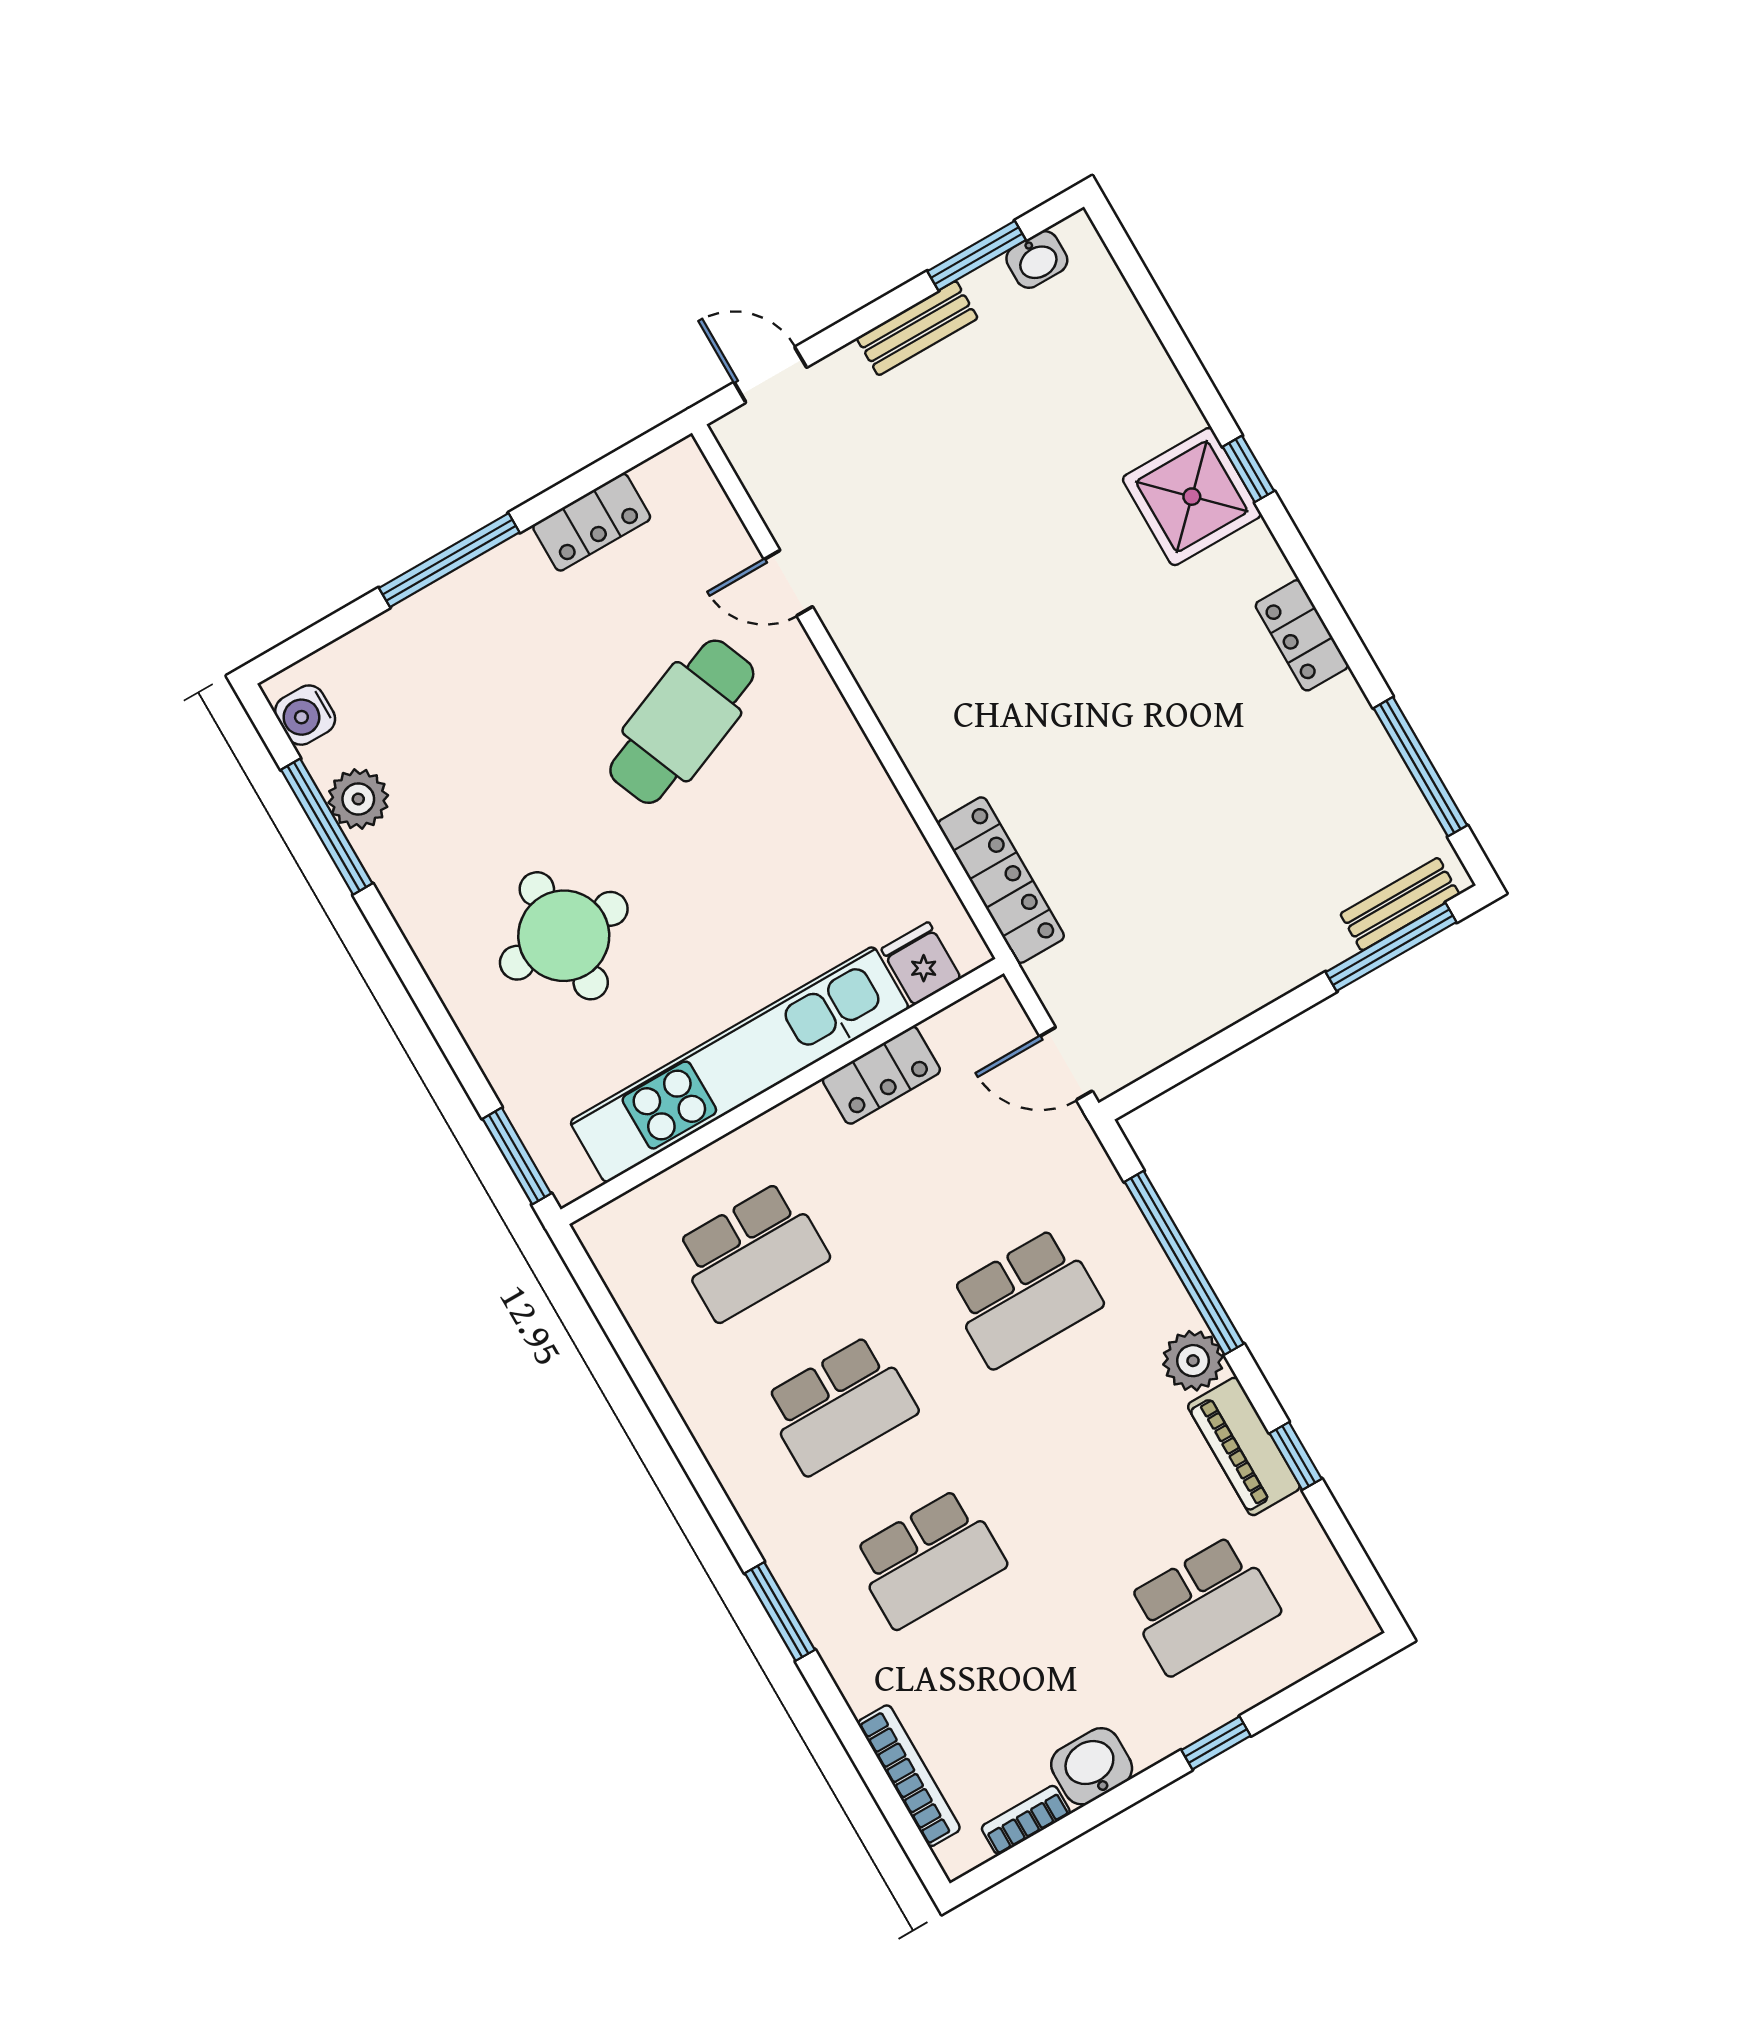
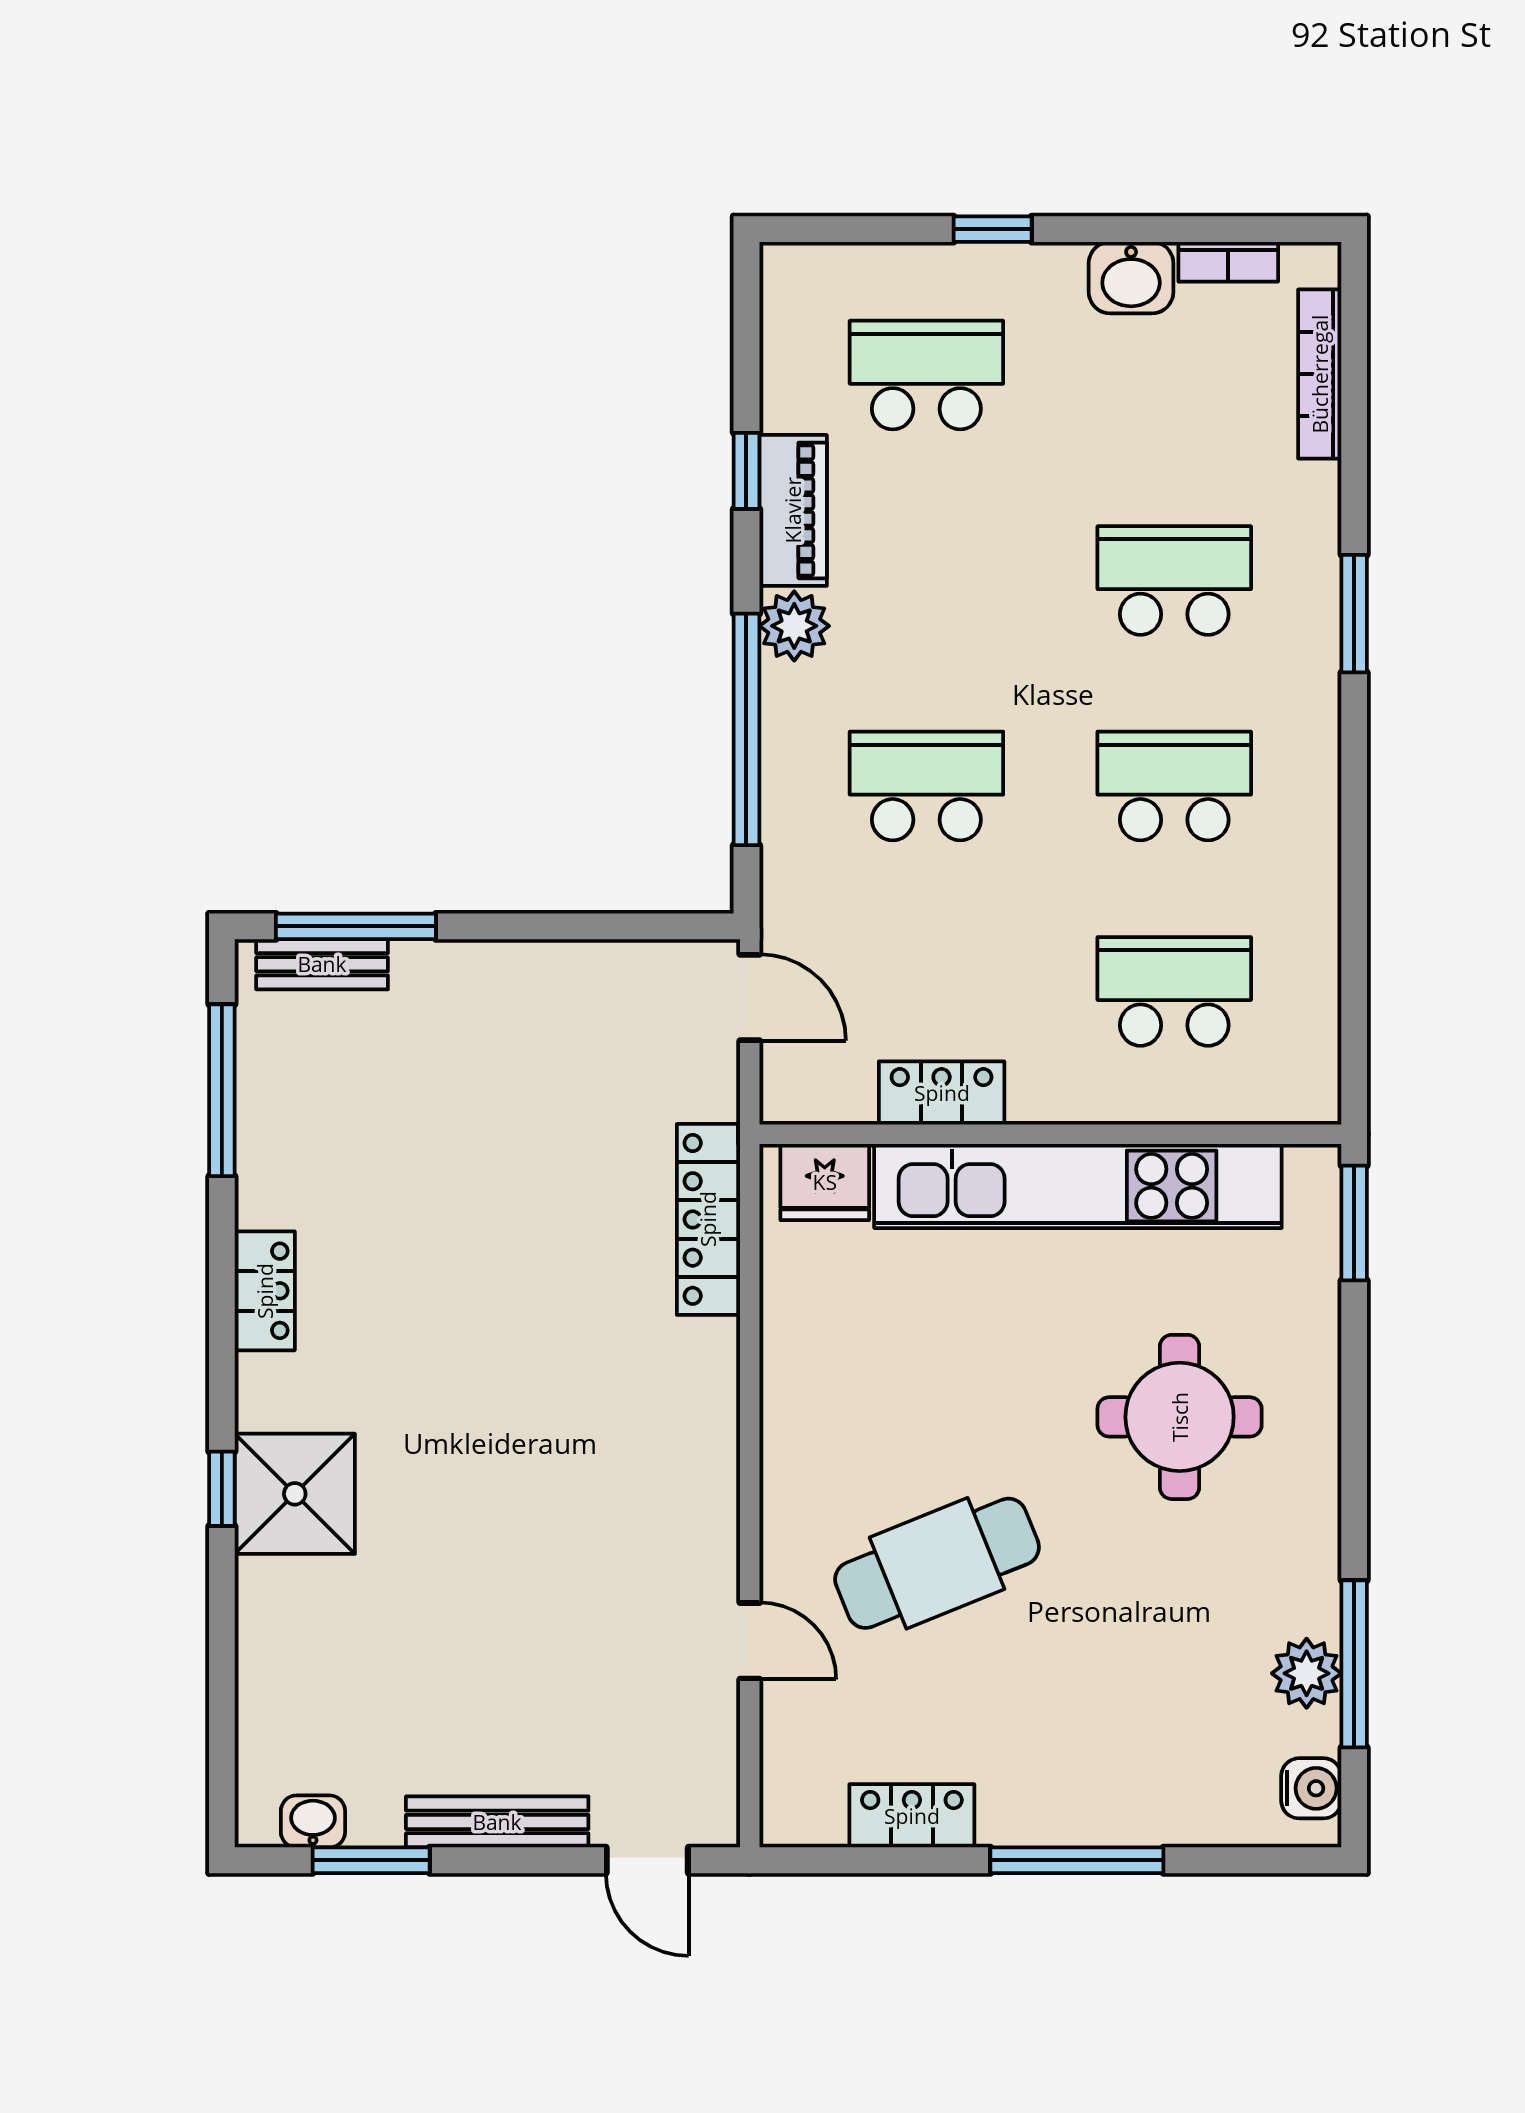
bench: (917, 328) -> (497, 1822), width x1.36
fridge: (921, 964) -> (825, 1182), width x1.38

